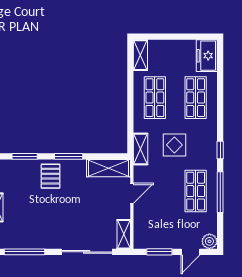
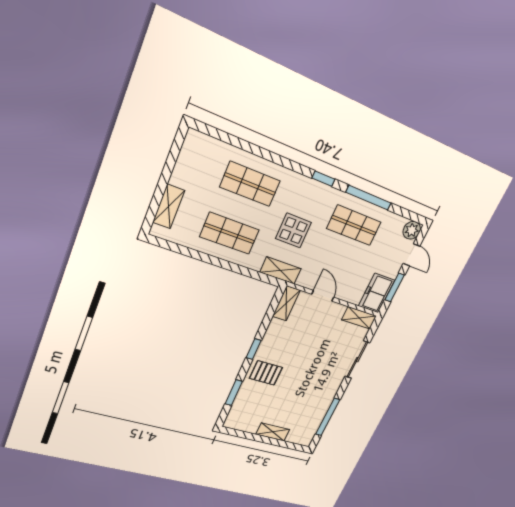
shelving: (140, 55) -> (169, 207), moved, turned 90
freezer: (207, 56) -> (377, 293), moved, turned 90
window: (69, 156) -> (254, 349), width x0.67
shelving: (108, 168) -> (286, 303), width x0.67, depth x0.75
sliding door: (87, 252) -> (357, 360), width x0.73

